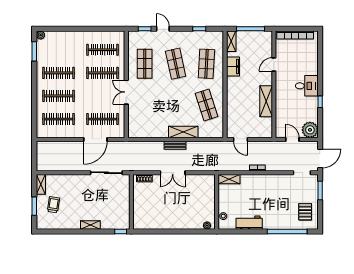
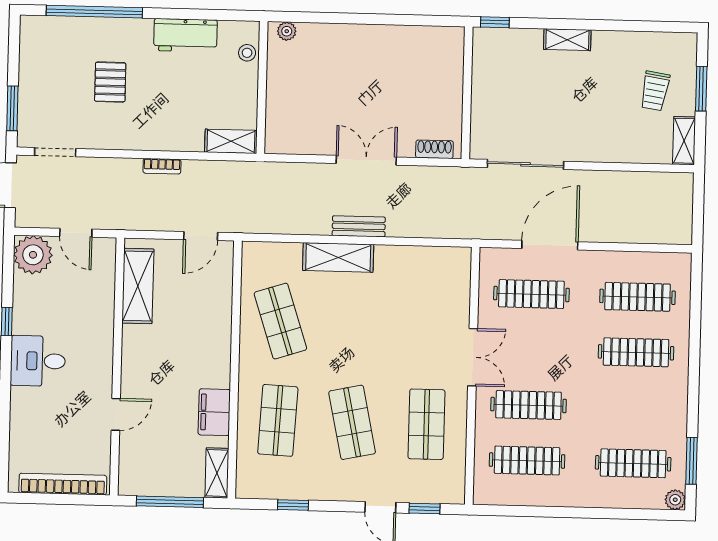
clothes rail: (58, 73) -> (633, 463), moved
shelving: (266, 101) -> (138, 286), moved
door: (241, 139) -> (201, 236), swing flipped
pallet: (305, 212) -> (110, 82), moved

